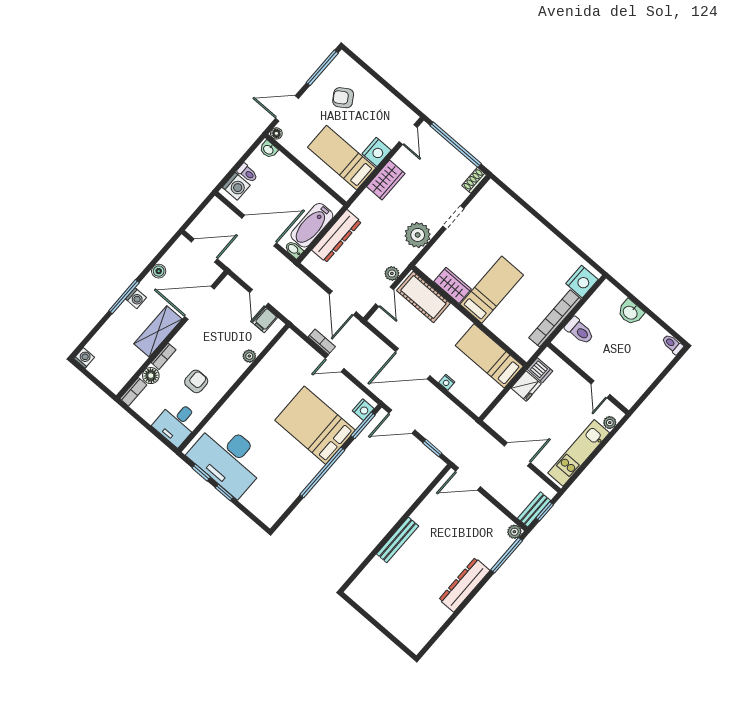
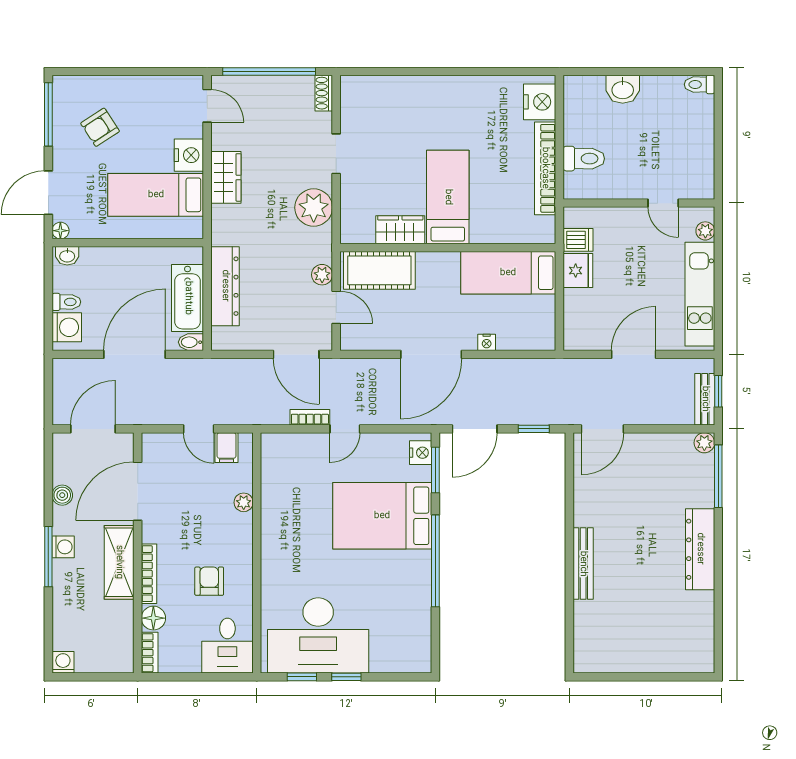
bookcase: (164, 356) -> (149, 574), width x1.56

